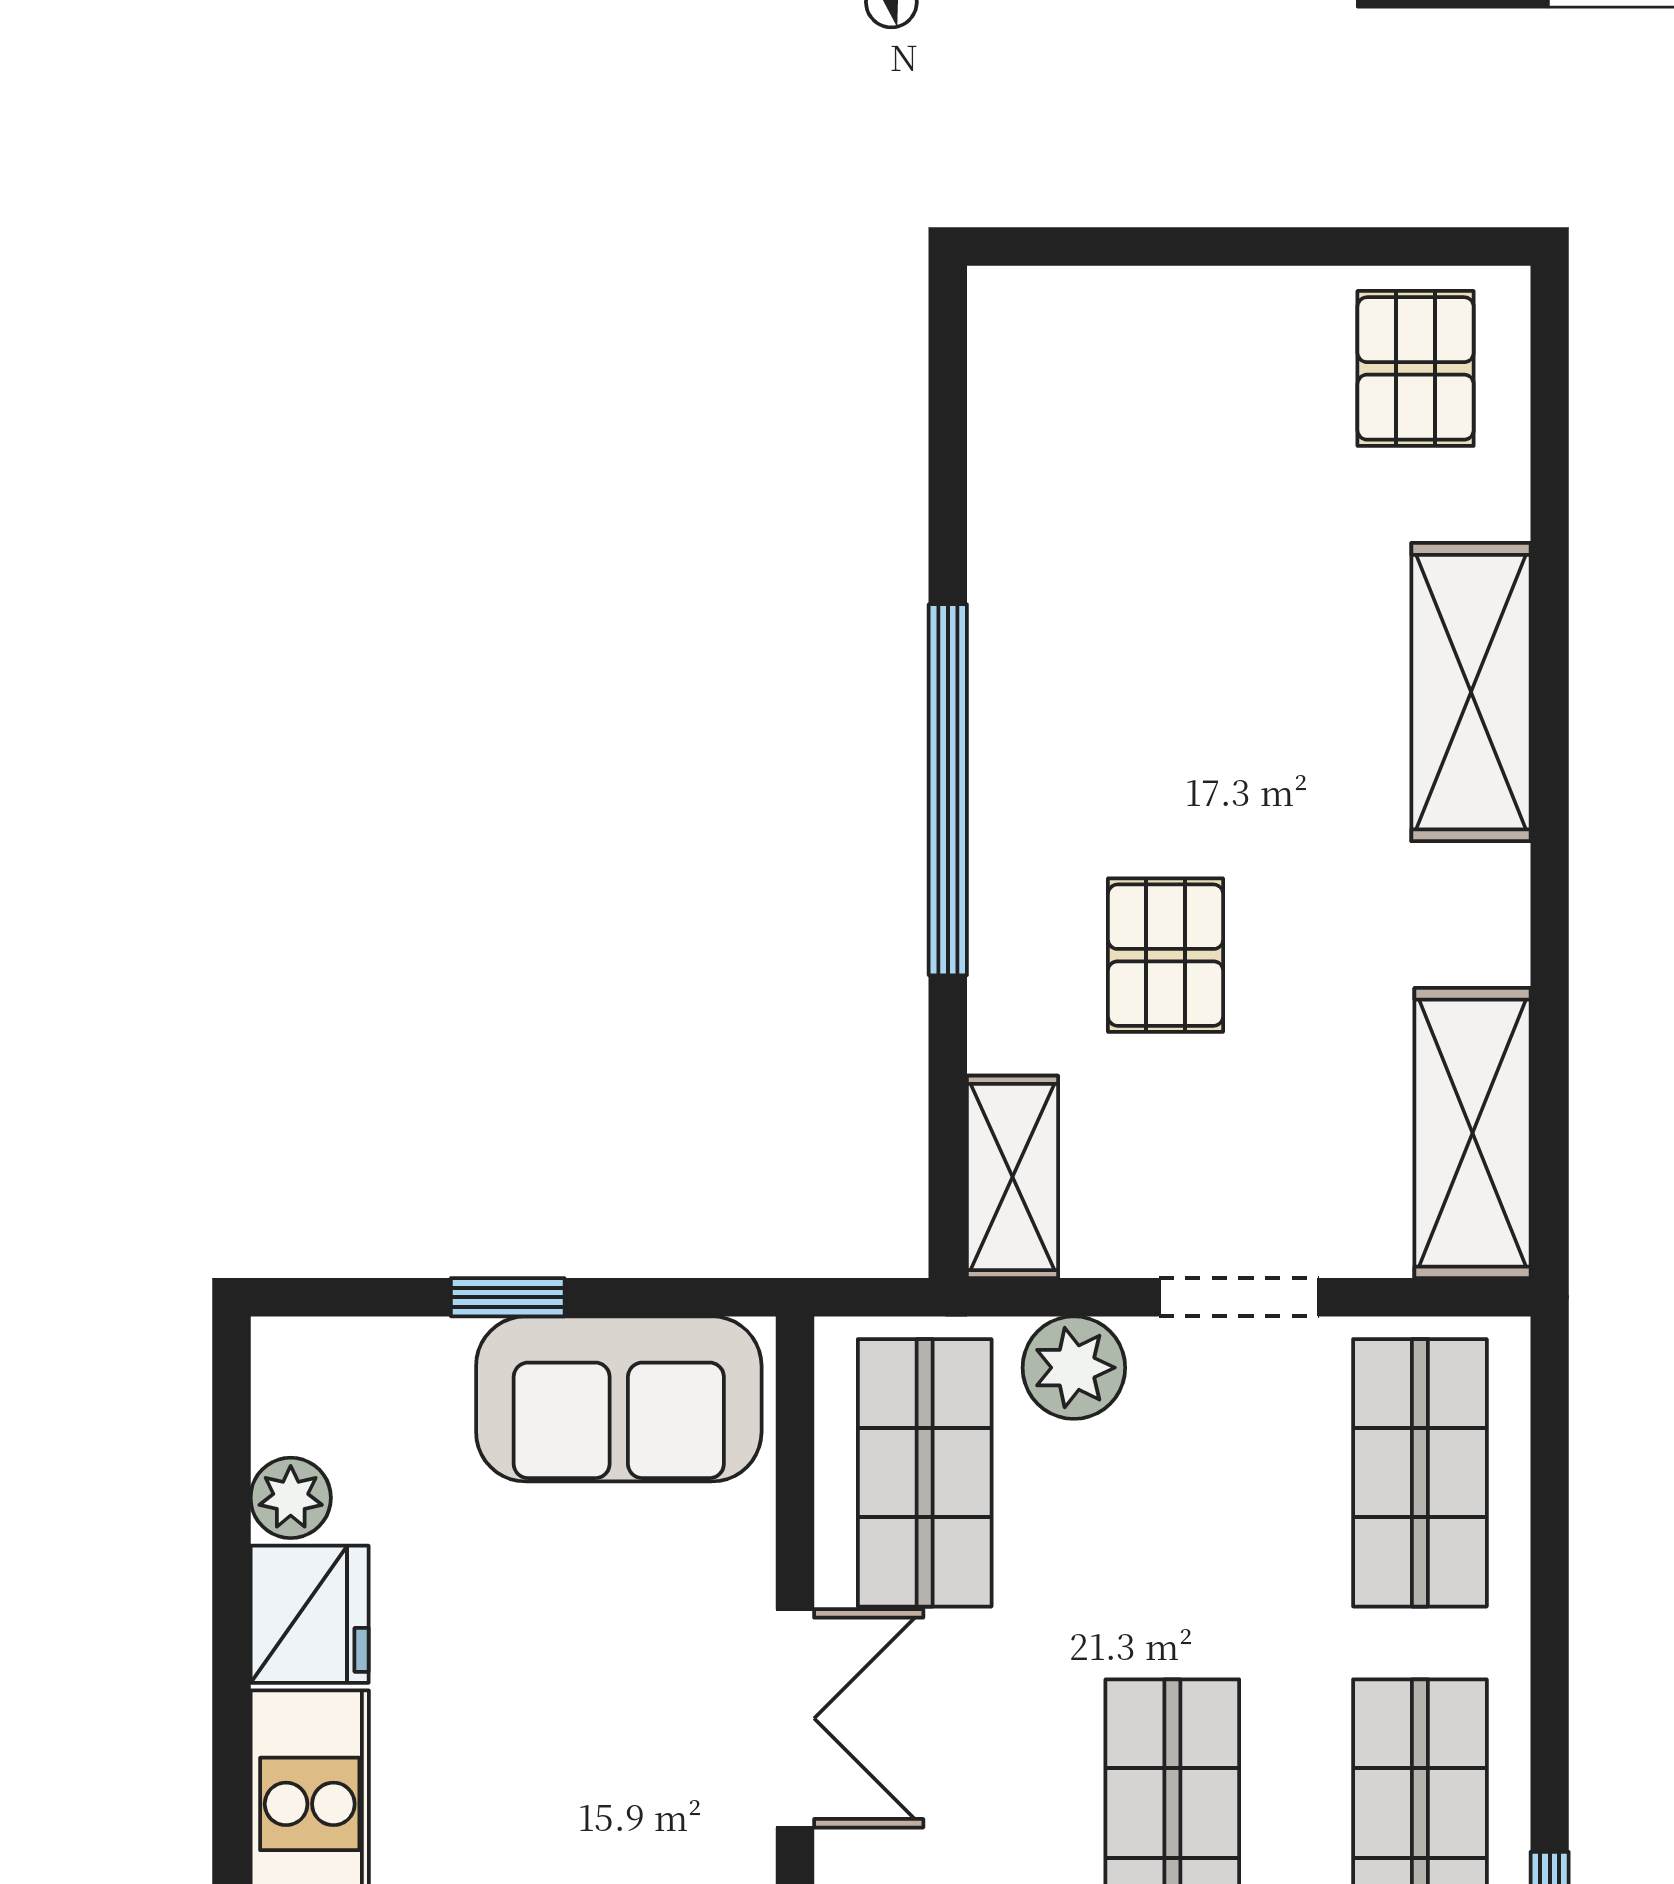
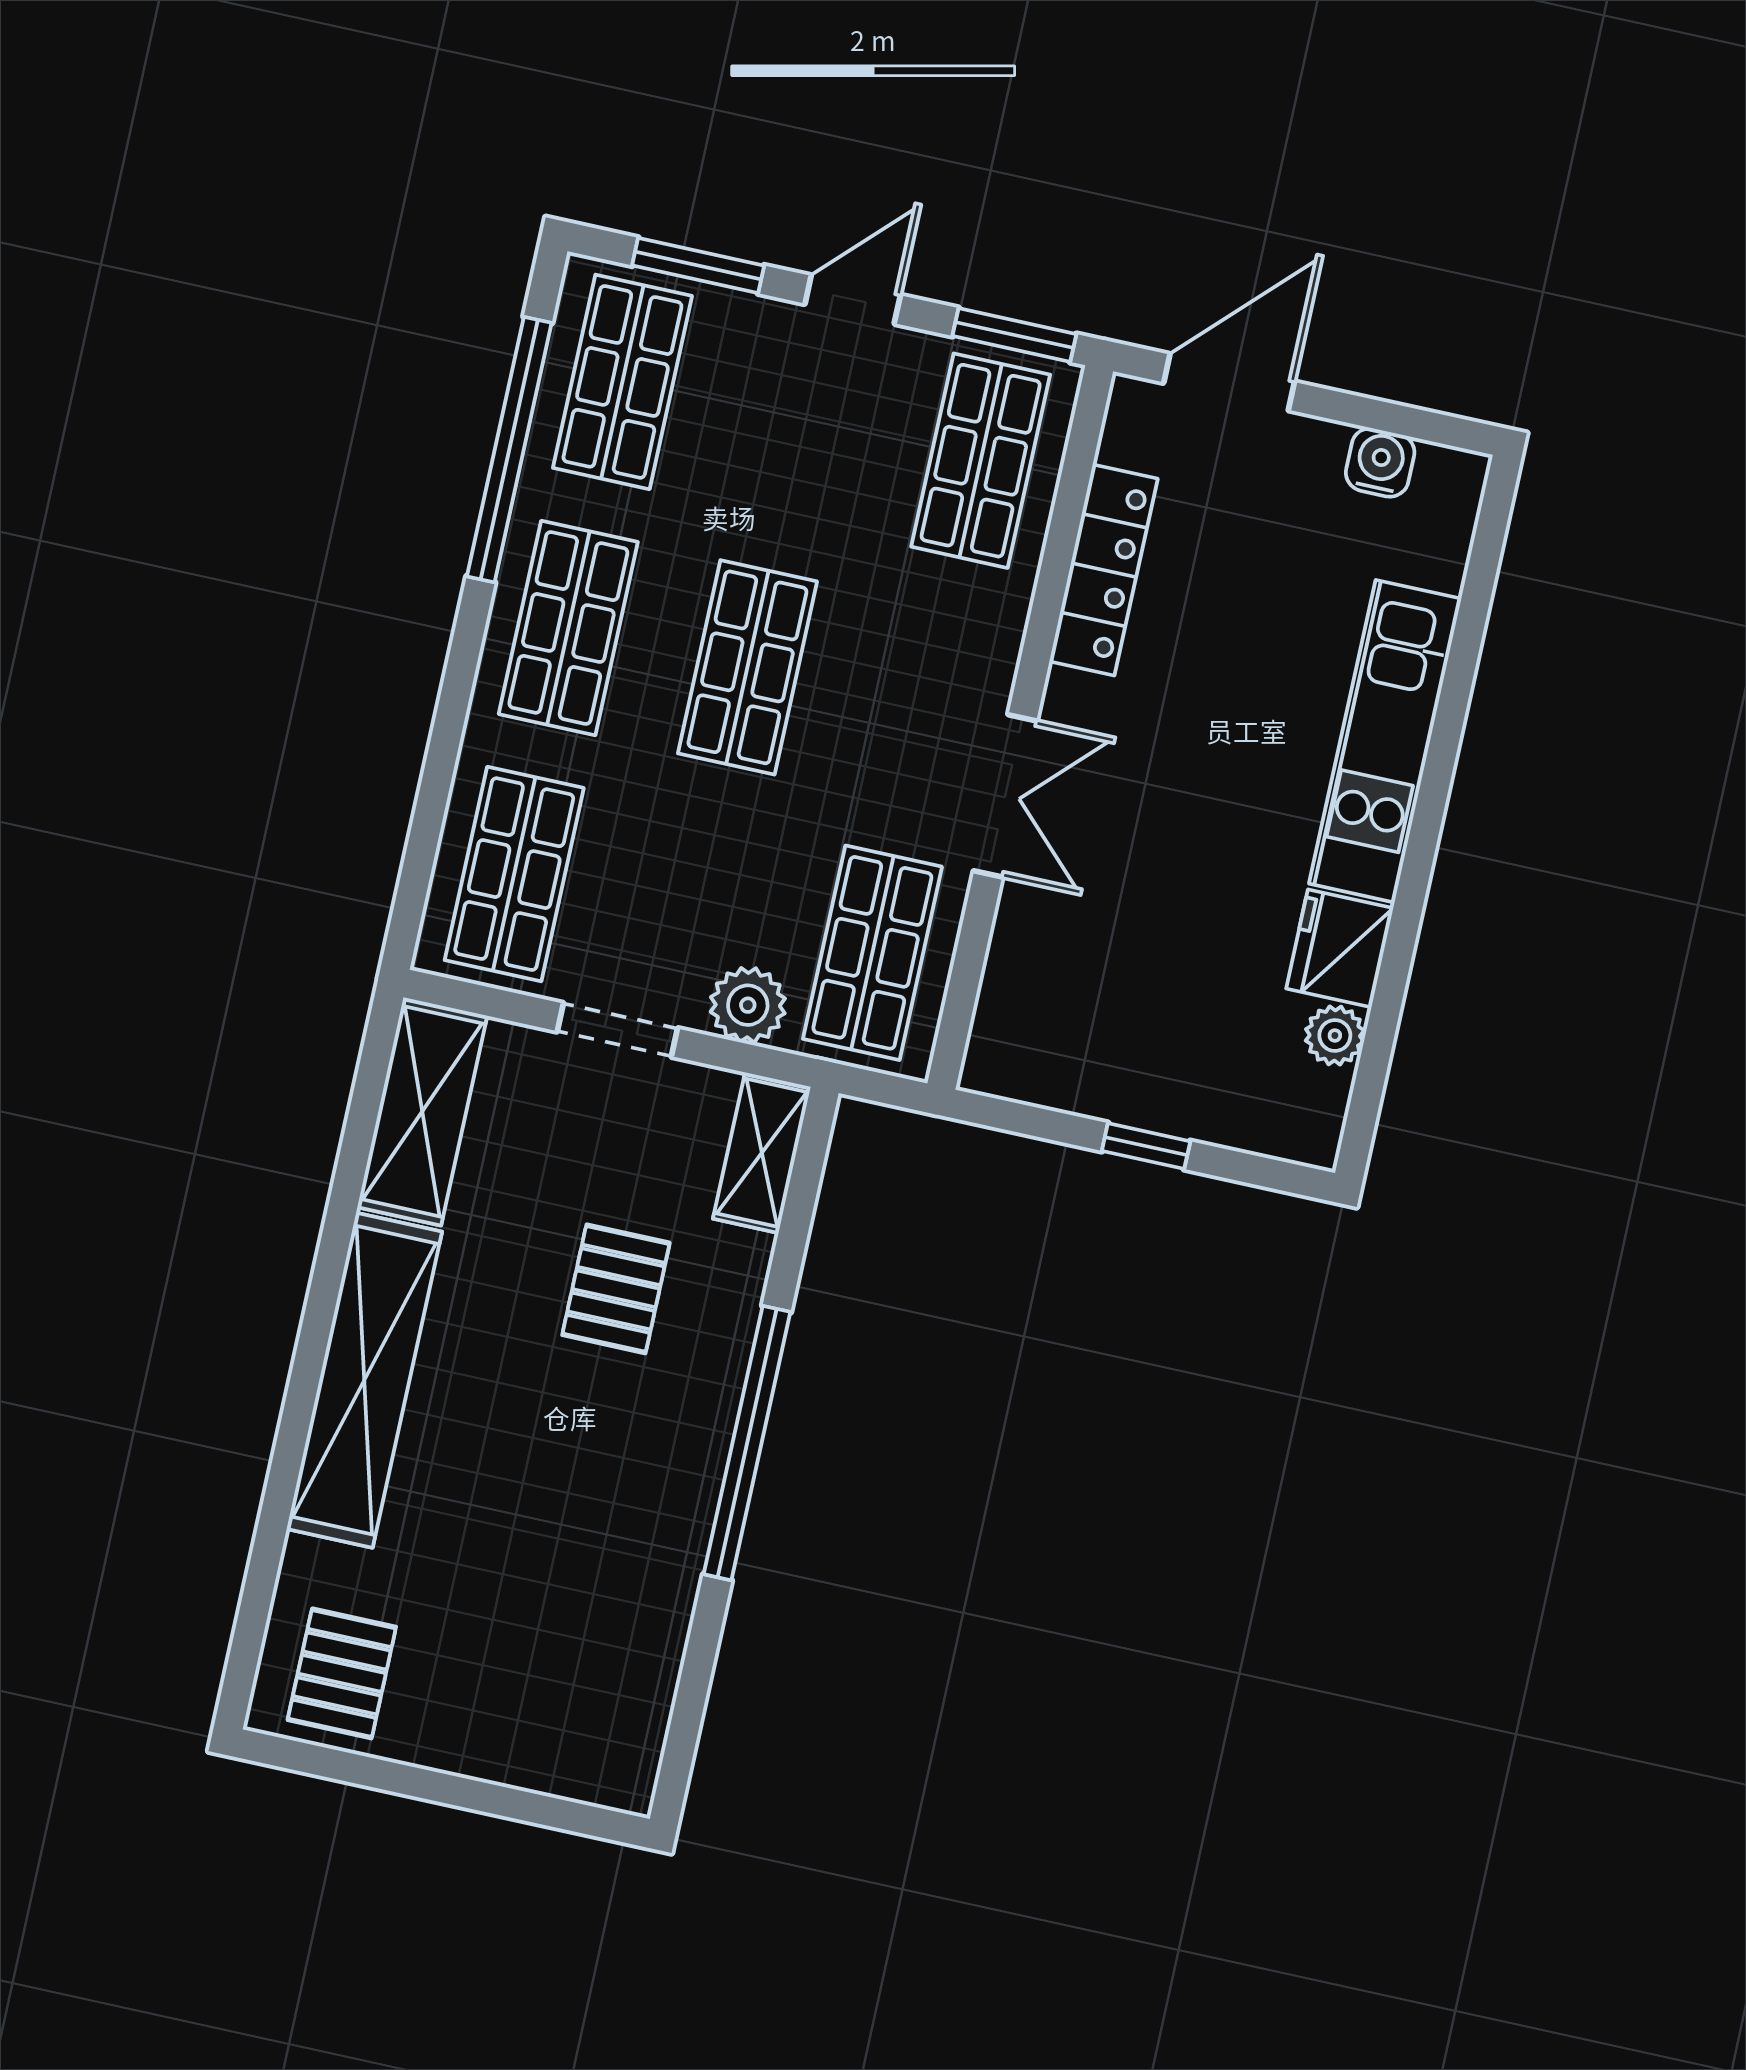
shelving: (1471, 692) -> (364, 1380), width x1.47
sofa: (619, 1399) -> (1082, 1055), removed
double door: (795, 1718) -> (1005, 796), swing flipped

